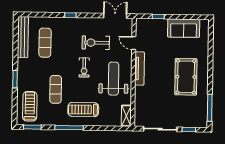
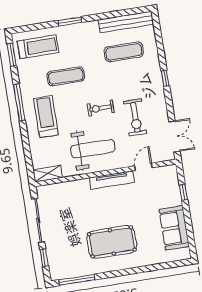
exercise bike: (96, 43) -> (135, 117), turned 180

